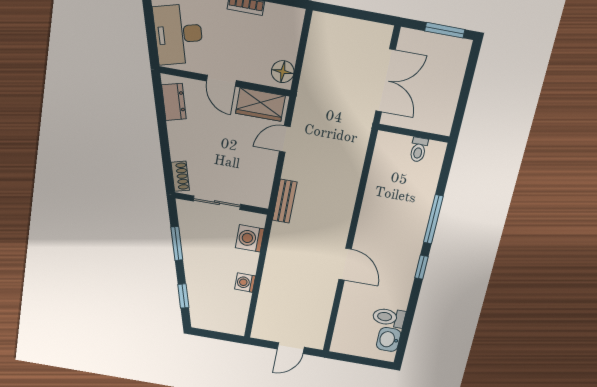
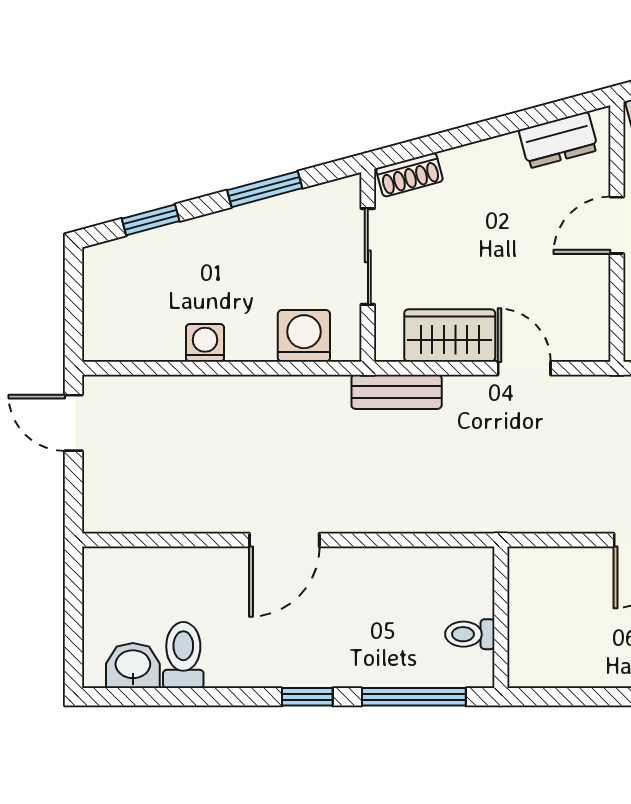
wardrobe: (260, 105) -> (450, 335), moved, turned 90
wall: (414, 133) -> (501, 617), moved
toilet: (418, 150) -> (470, 634), moved
door: (291, 348) -> (74, 423), moved

